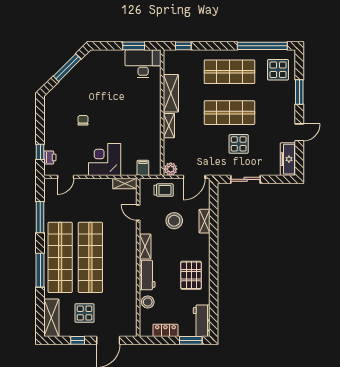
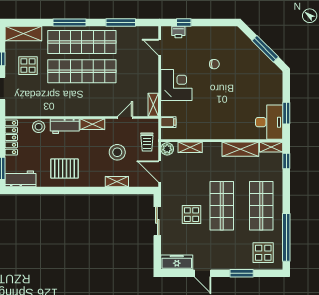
shelving: (169, 62) -> (271, 147), added
shelving: (169, 126) -> (190, 147), moved
locker: (165, 330) -> (11, 138), width x1.53

